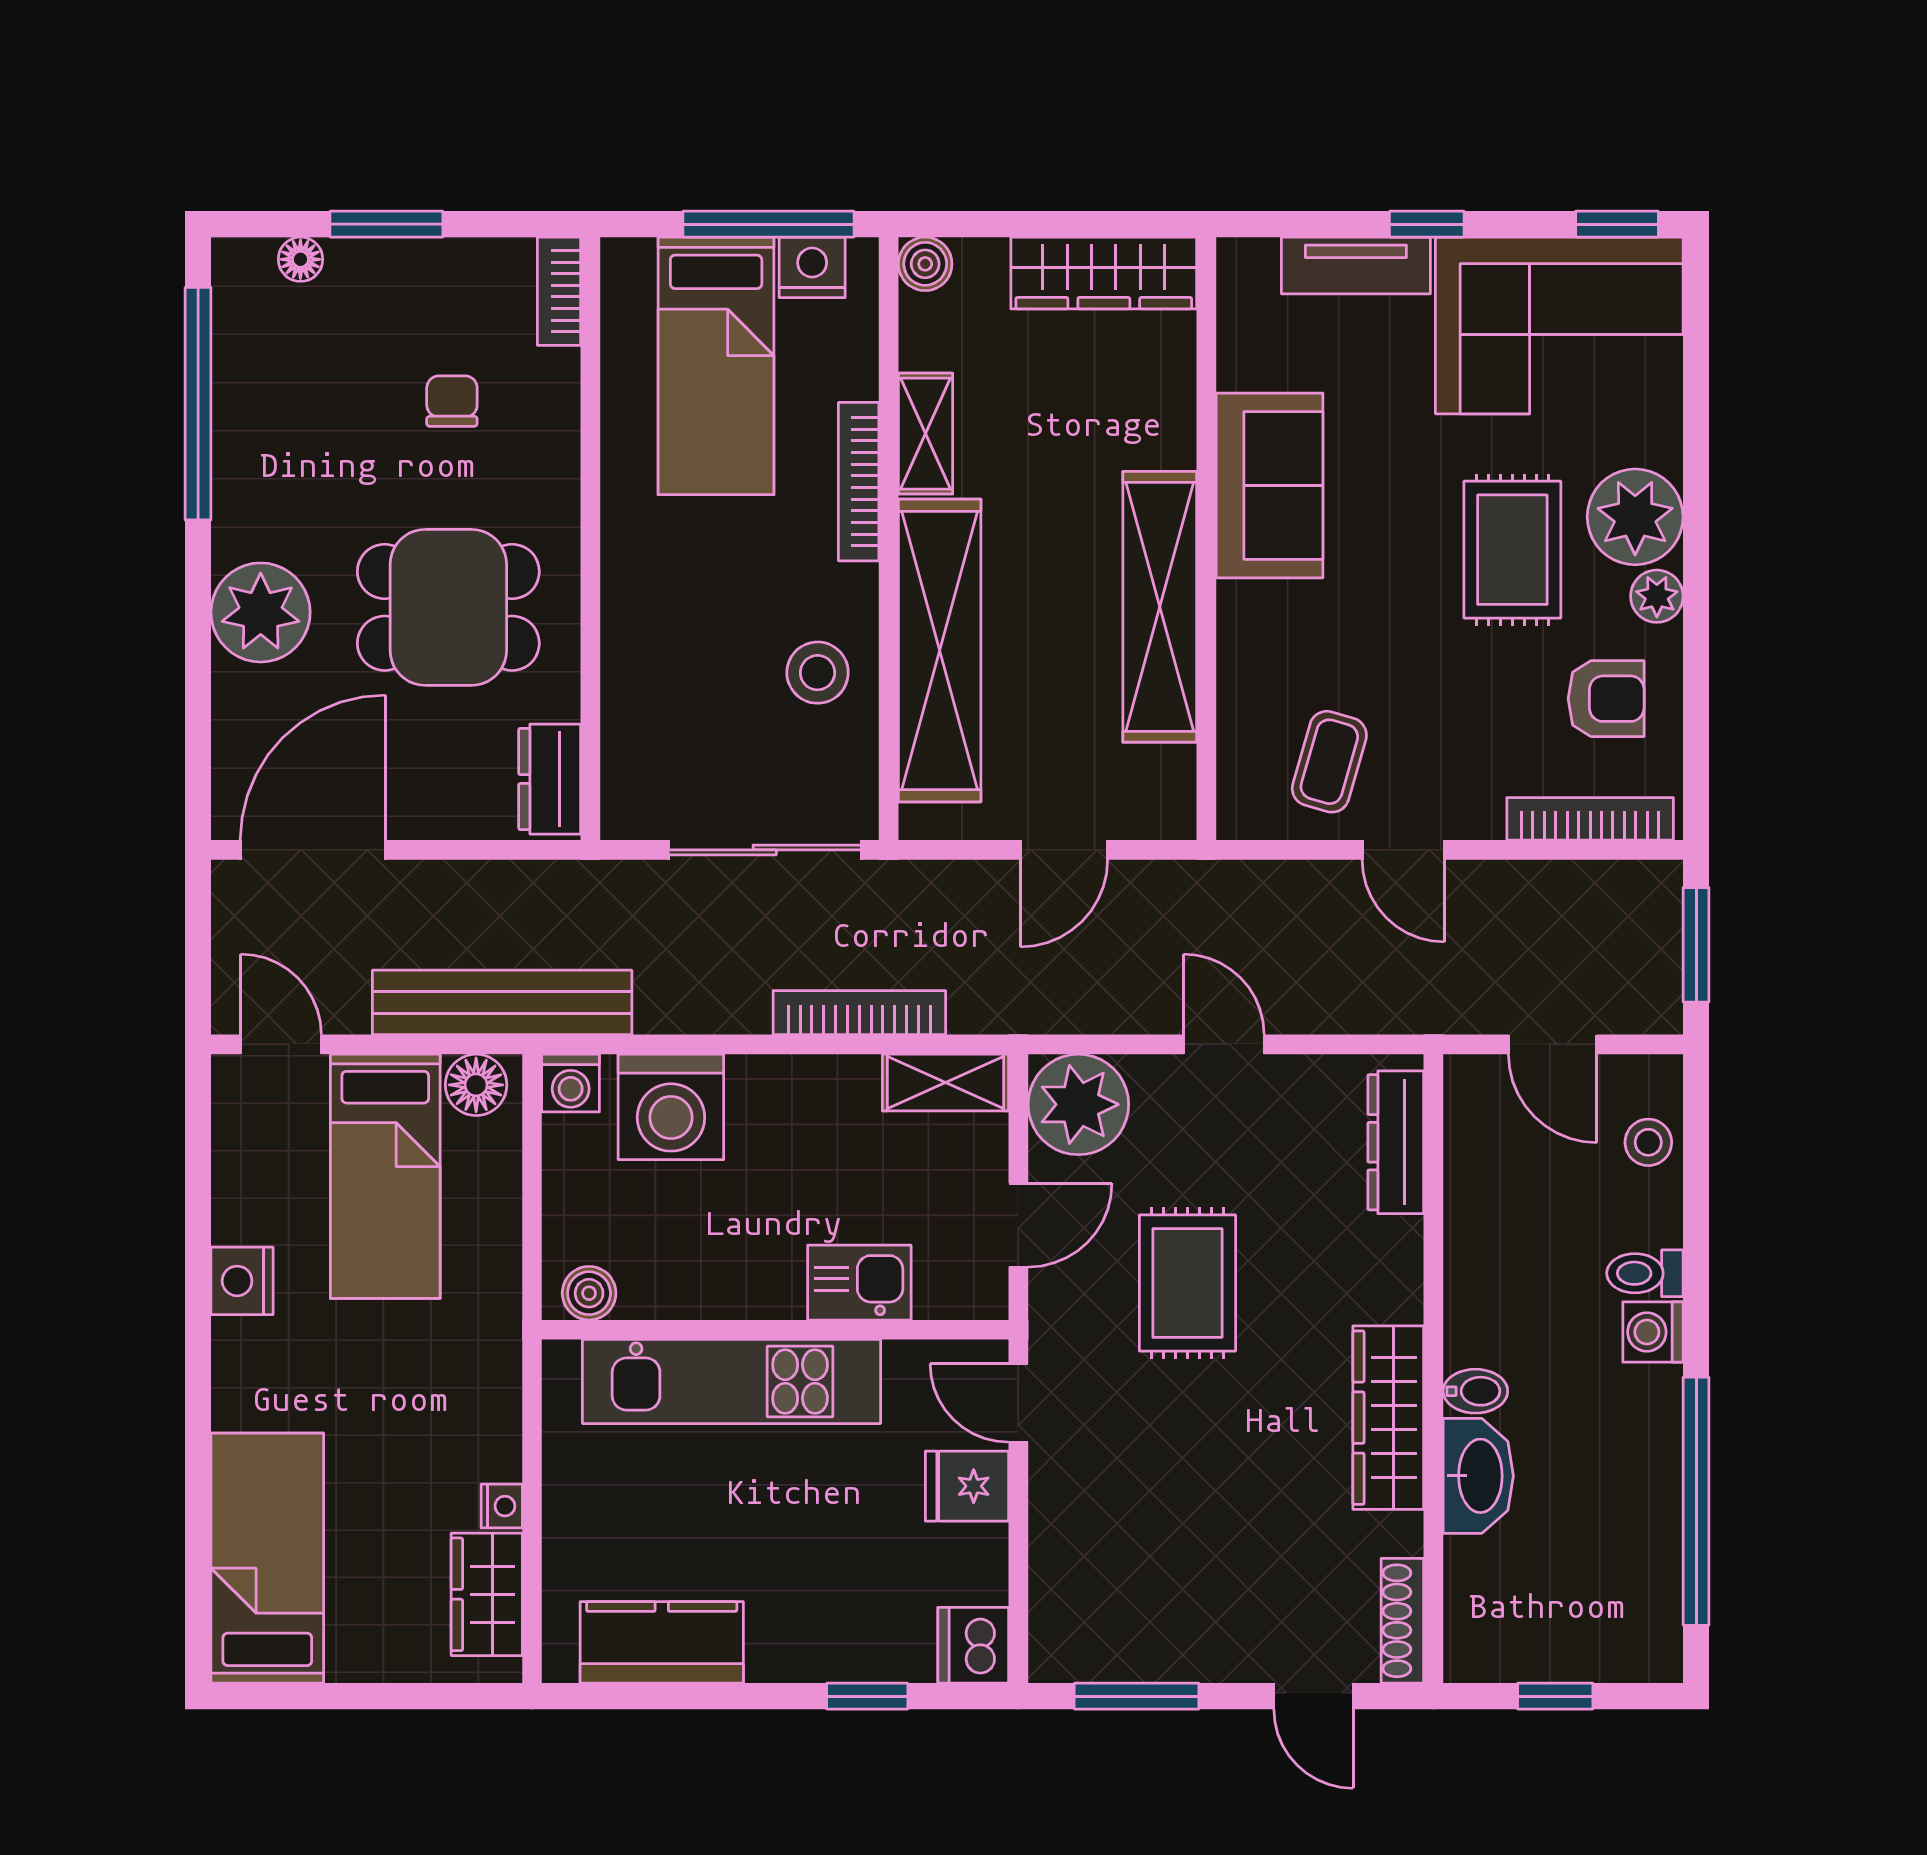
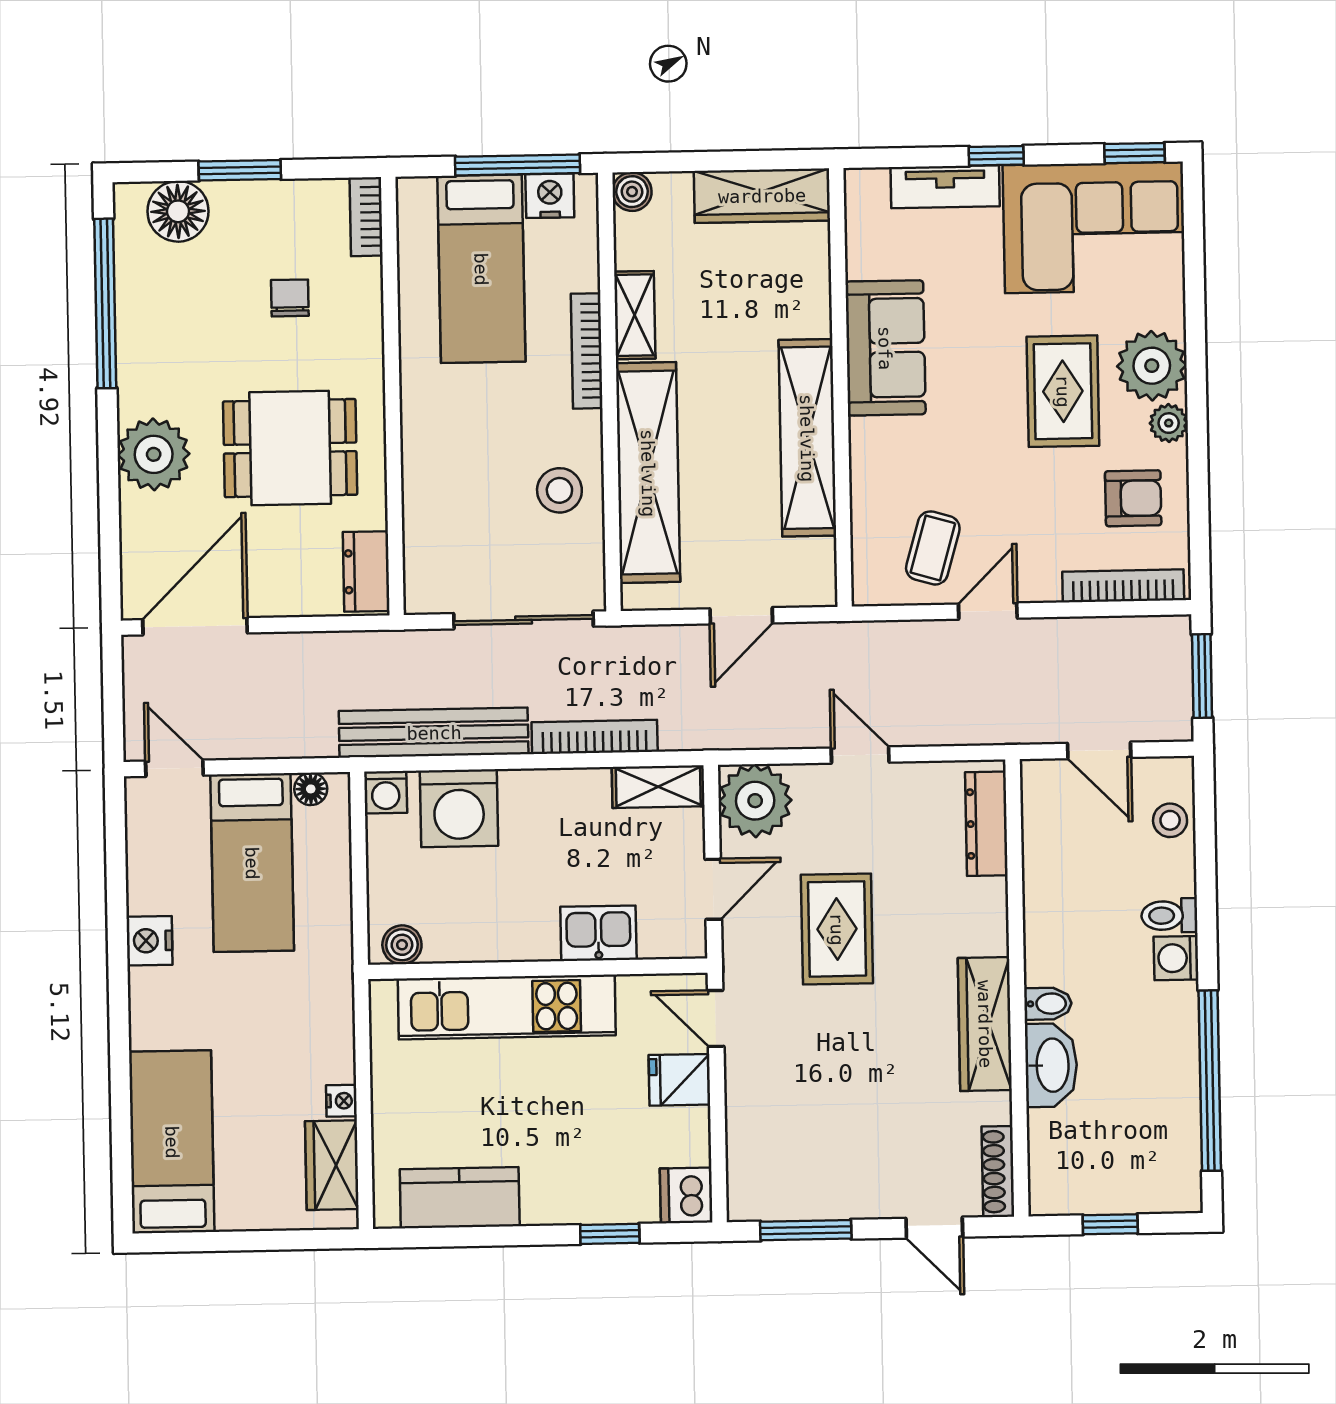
floor lamp: (300, 259) -> (178, 211), width x1.89, depth x1.89
door: (1403, 850) -> (988, 611), swing flipped
bench: (502, 1002) -> (434, 733), moved
floor lamp: (476, 1085) -> (311, 789), width x0.73, depth x0.73

